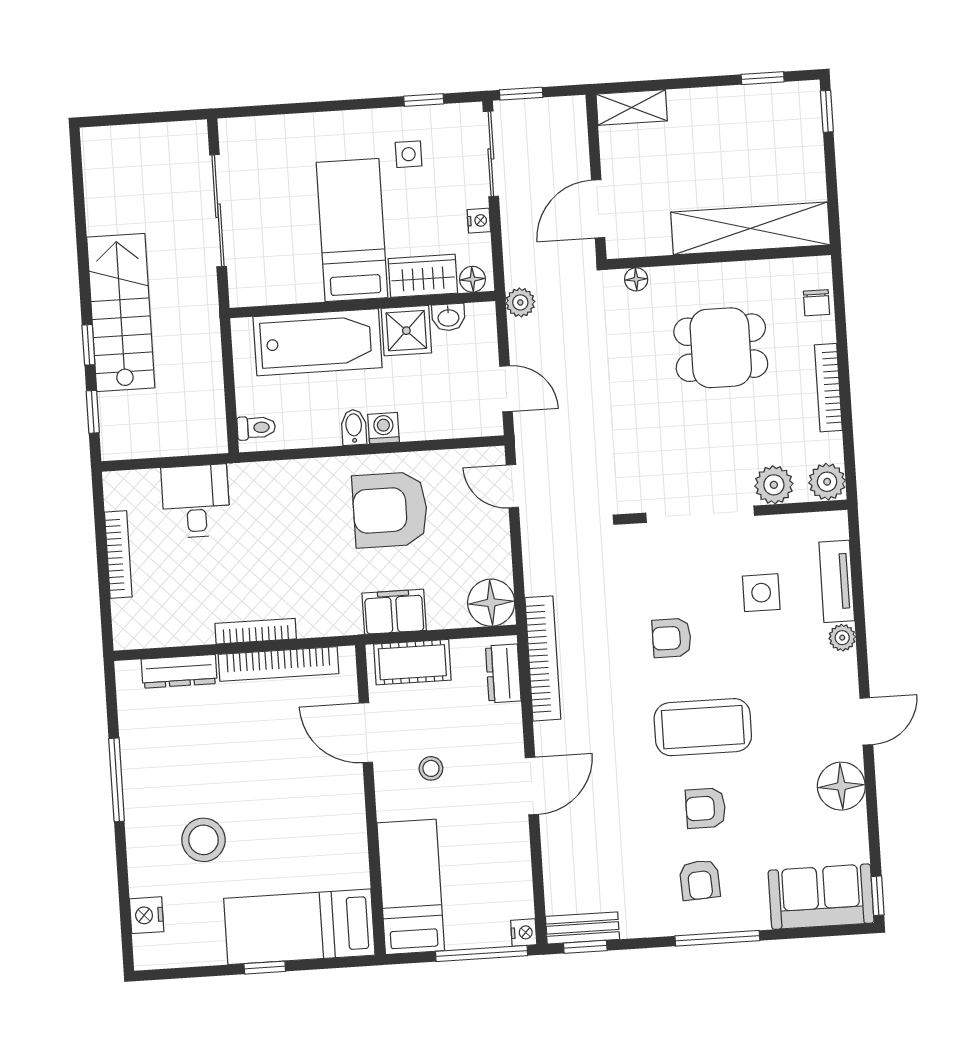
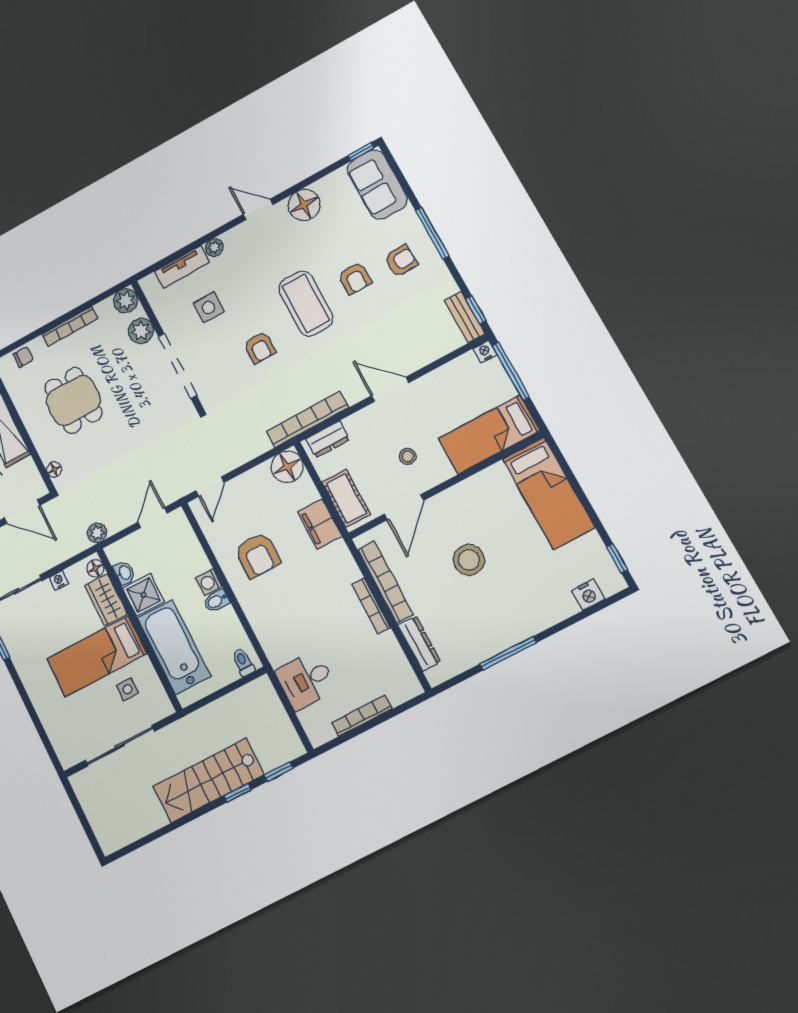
side table: (409, 154) -> (127, 689), moved
armchair: (390, 510) -> (257, 555), width x0.73, depth x0.73
stool: (204, 840) -> (469, 560), moved
window: (265, 968) -> (617, 558), moved

